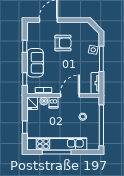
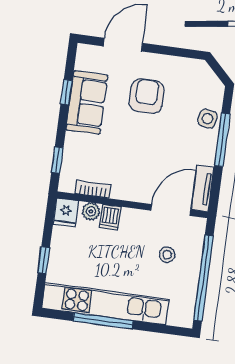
armchair: (63, 43) -> (147, 96), turned -90
sofa: (35, 63) -> (87, 102), moved
door: (70, 95) -> (171, 210), moved

